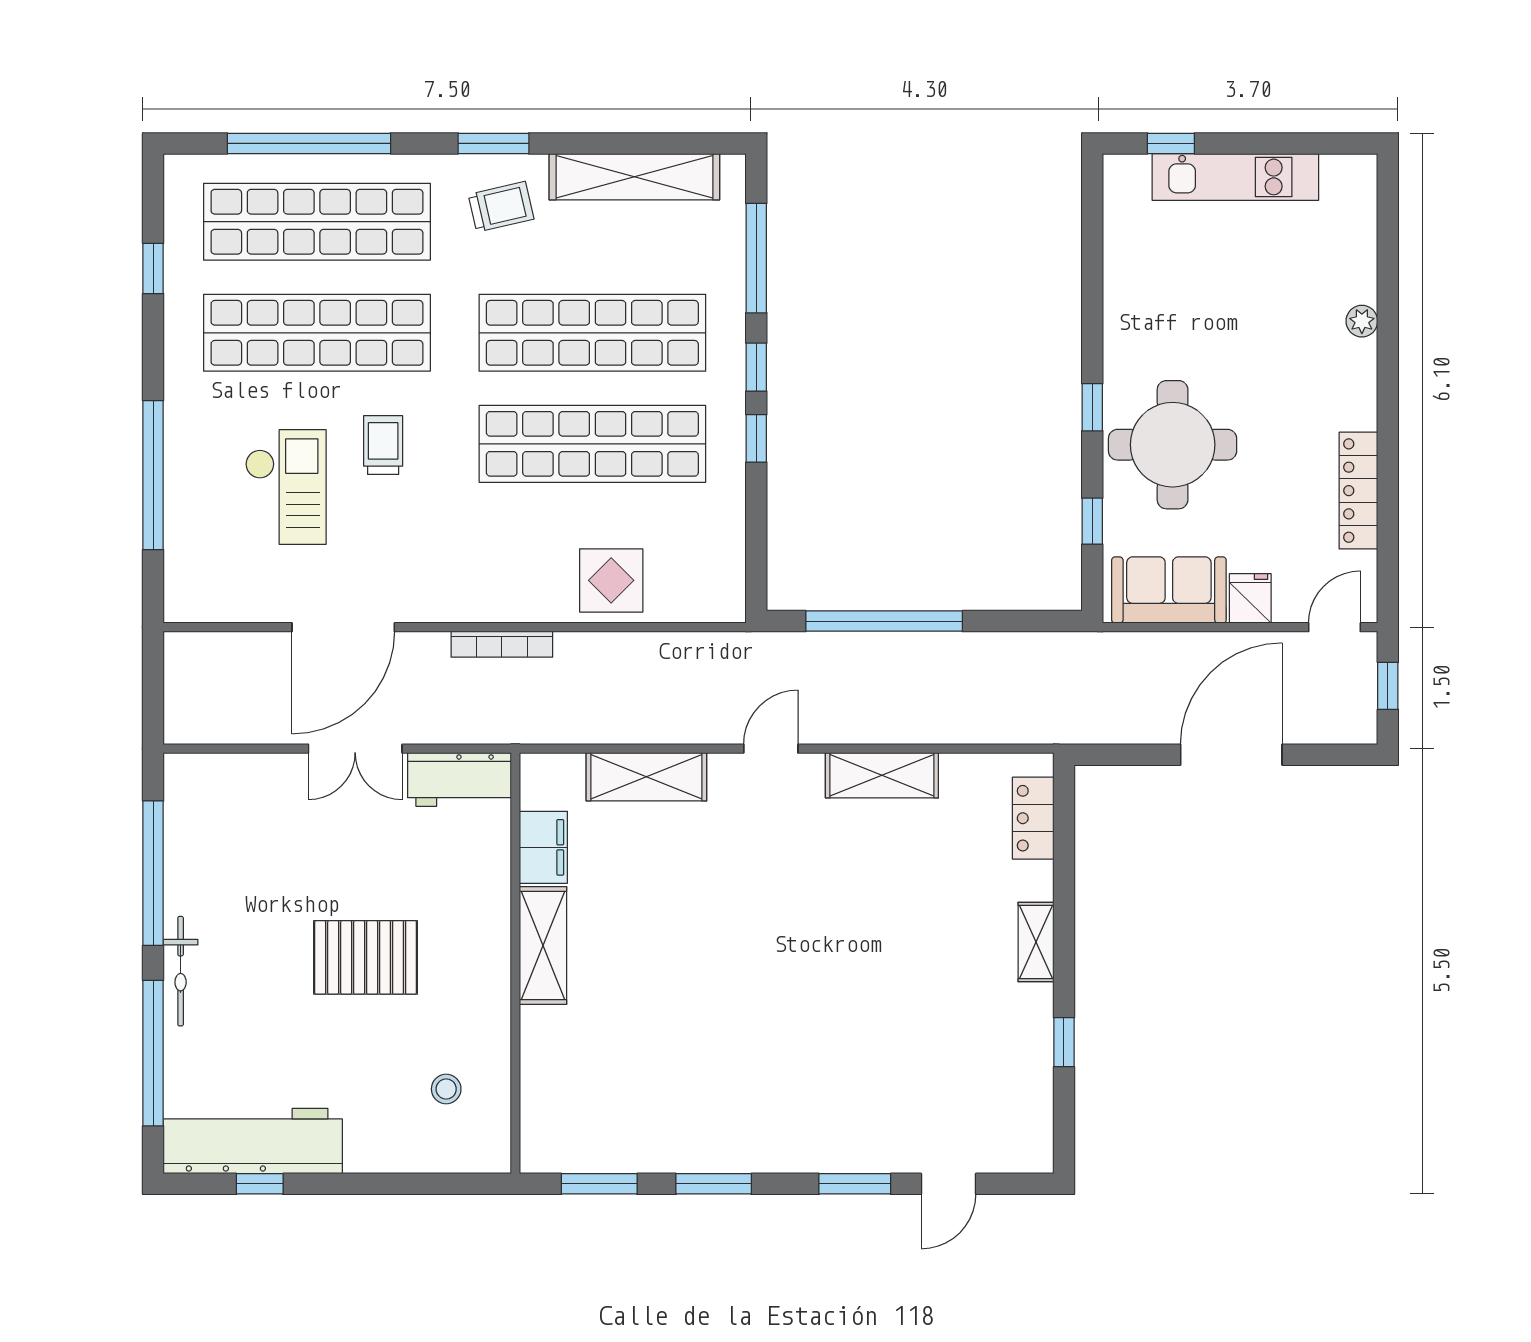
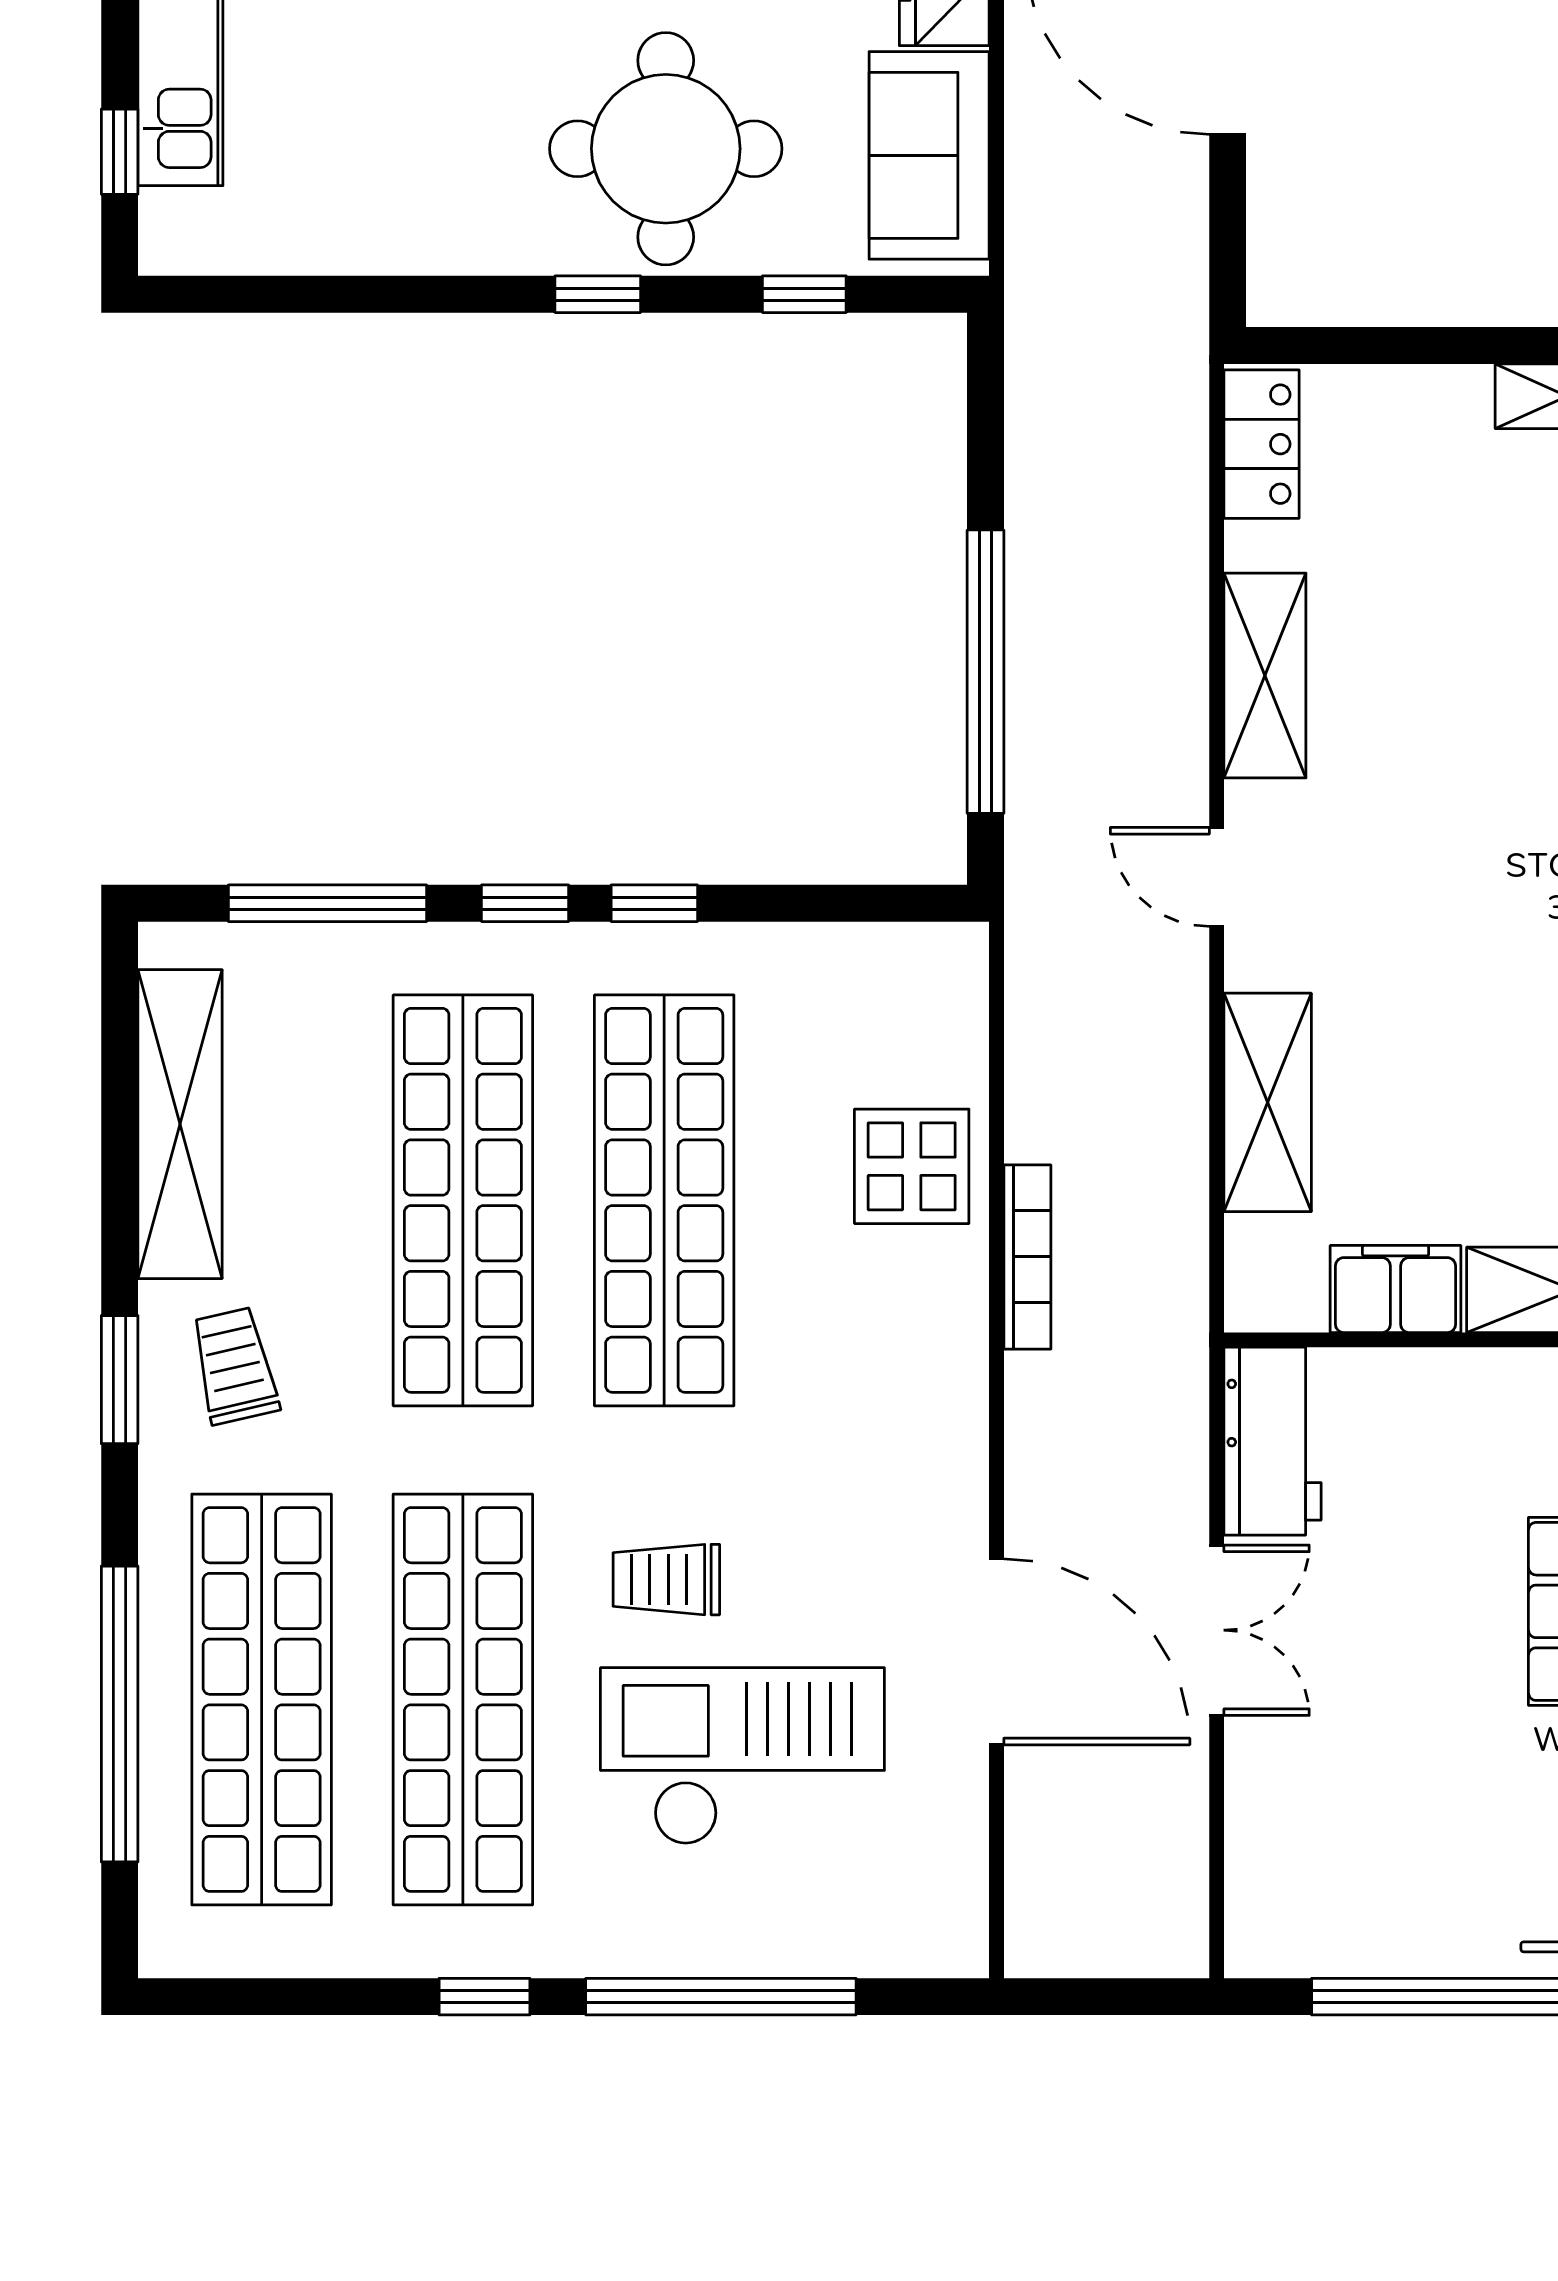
window: (153, 268) -> (485, 1997), moved
checkout: (286, 487) -> (742, 1756), width x1.36, depth x1.21
bookcase: (502, 644) -> (1027, 1257), moved
locker: (1033, 818) -> (1262, 444), moved, turned -90

